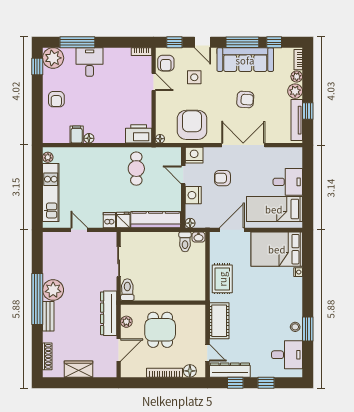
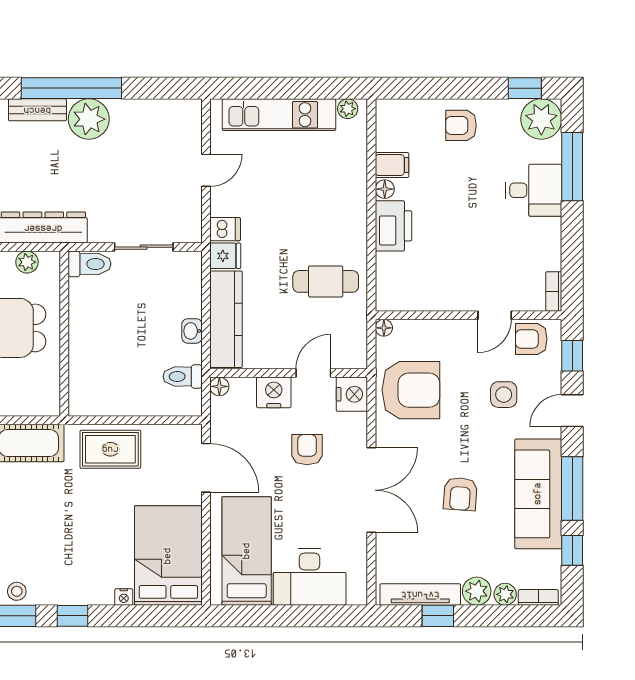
printer: (139, 134) -> (393, 226), moved
desk: (288, 182) -> (310, 577), width x1.37
washbasin: (199, 237) -> (192, 331), moved
window: (308, 298) -> (72, 616), added

